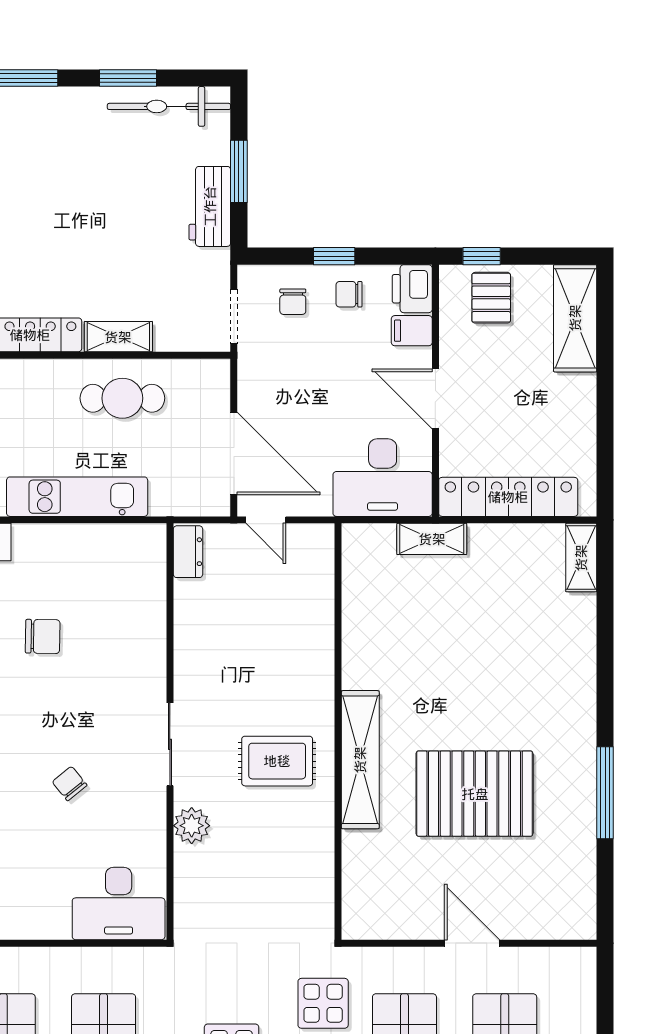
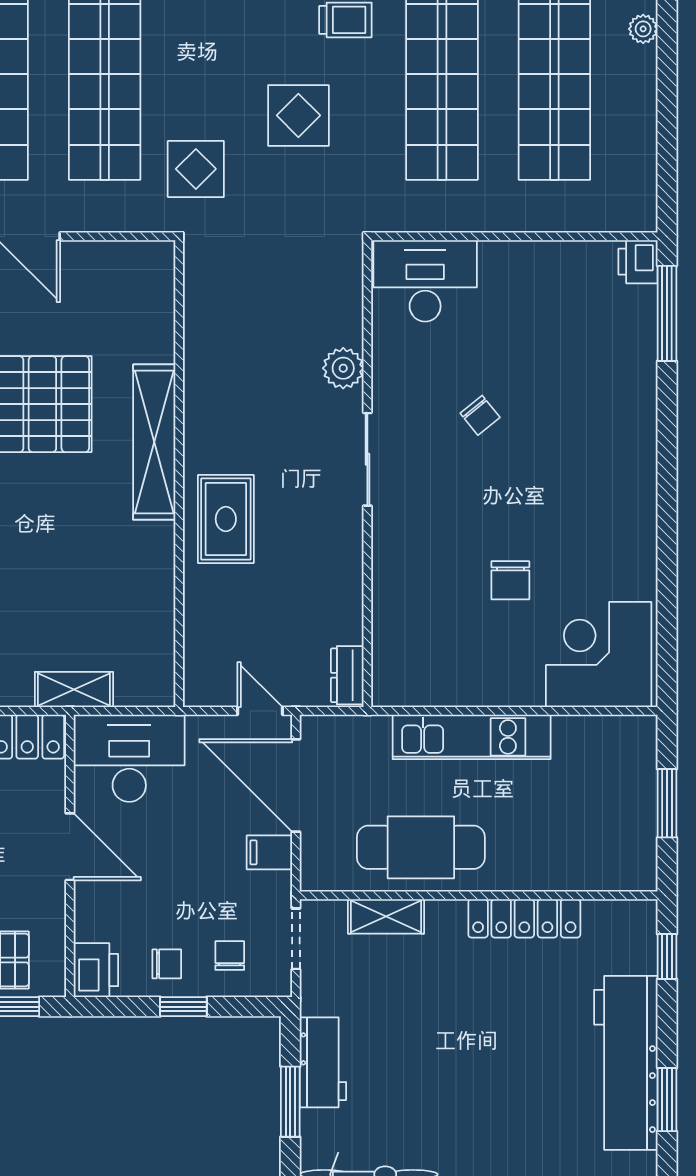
filing cabinet: (412, 331) -> (269, 852), moved, turned 180
shelving: (118, 337) -> (386, 916), moved
cafe table: (122, 398) -> (421, 847), width x1.37, depth x1.35
chair: (43, 636) -> (510, 580), turned -91
rug: (277, 761) -> (226, 519), moved, turned 90

